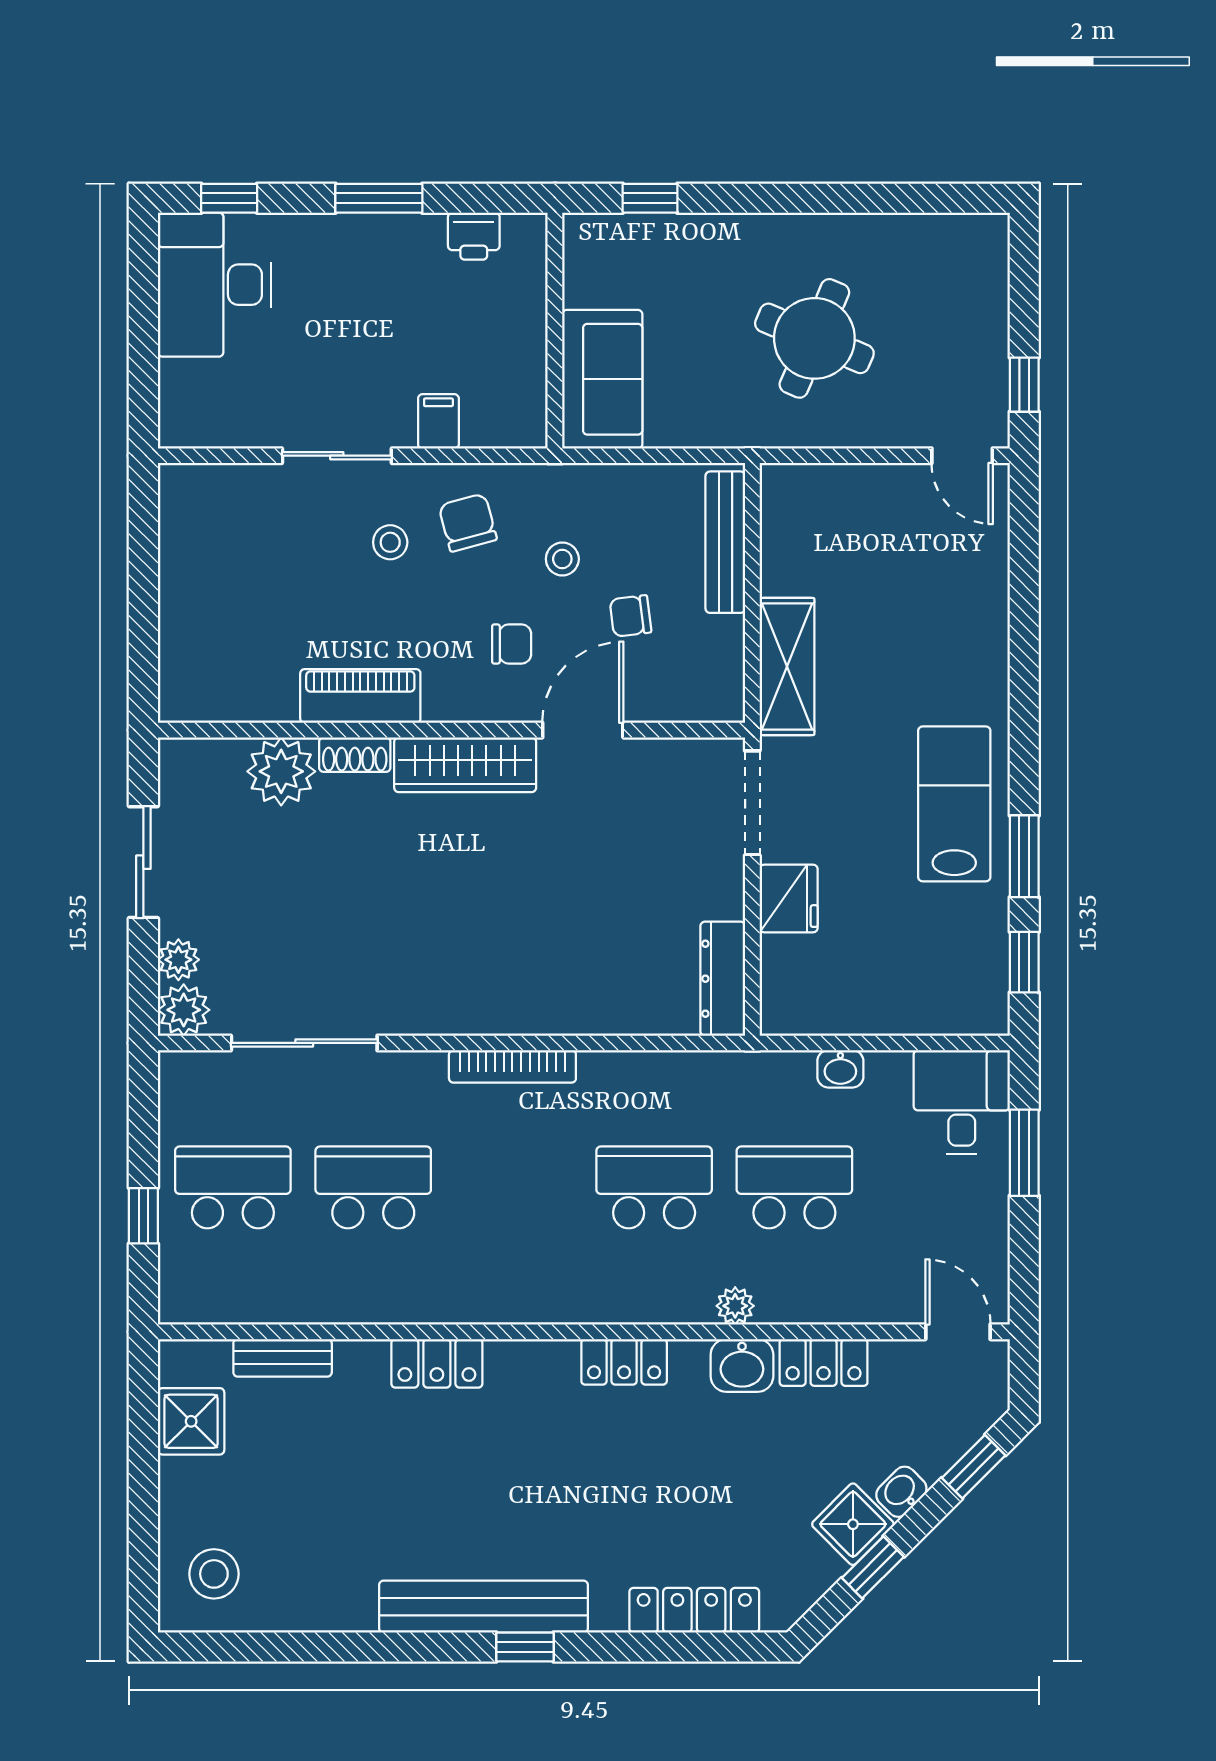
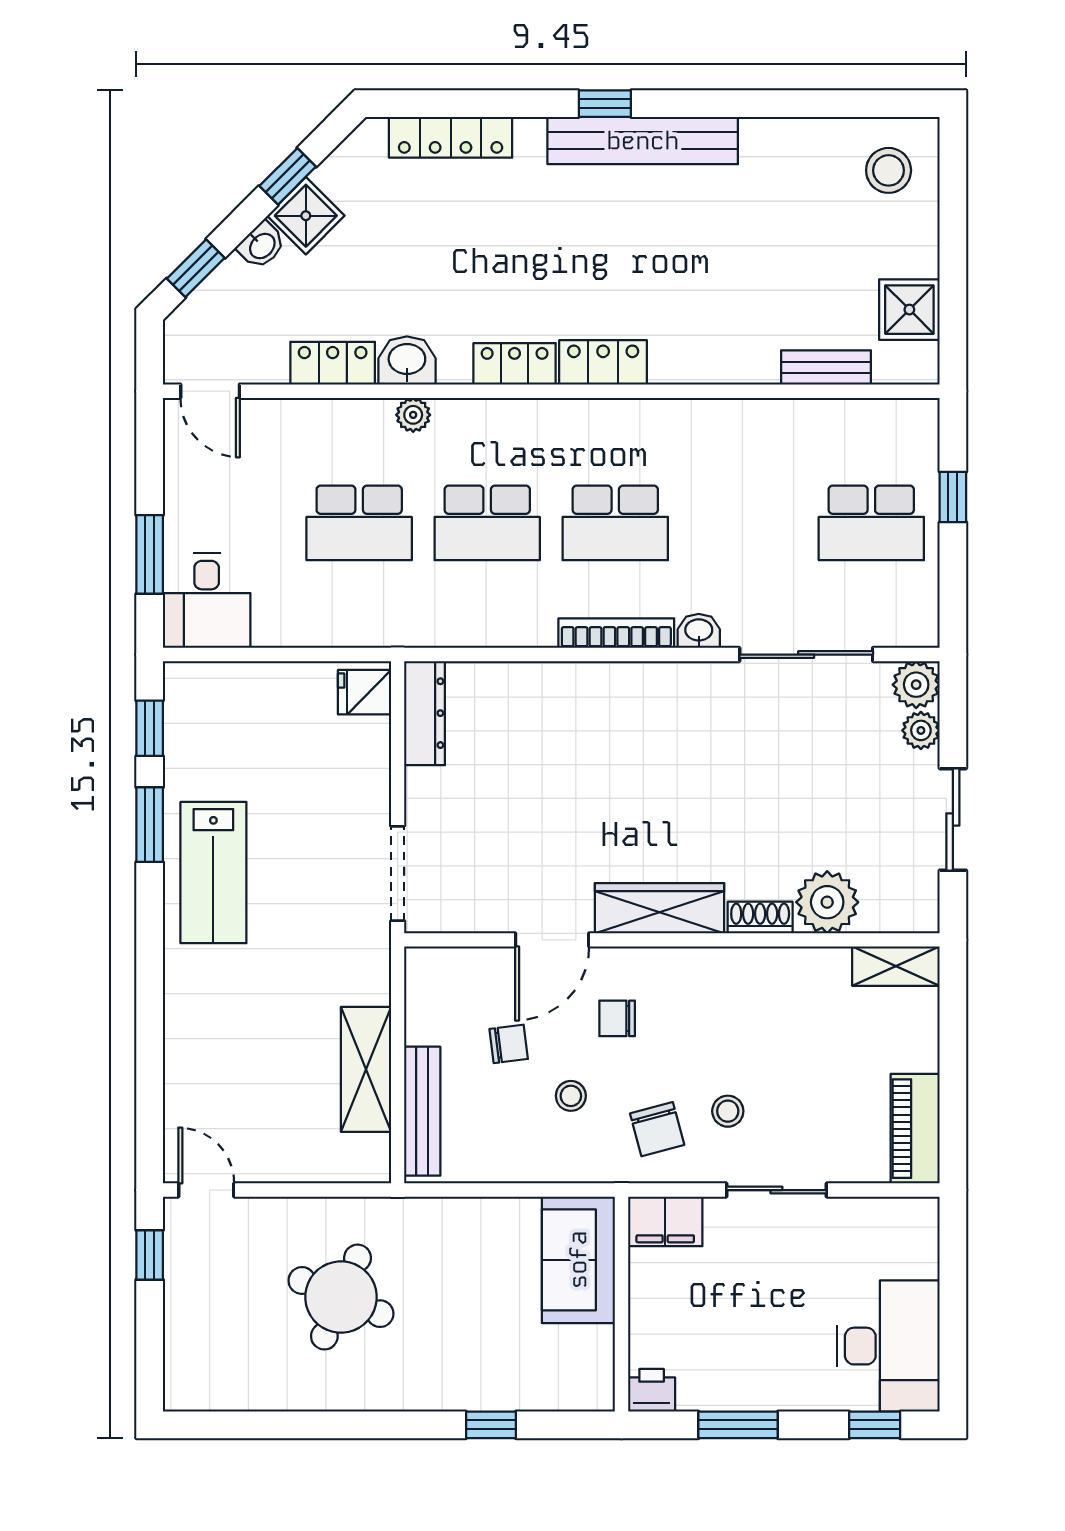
wall: (555, 331) -> (621, 1304), moved
sofa: (602, 379) -> (578, 1260), moved
filing cabinet: (438, 421) -> (665, 1221), width x2.00
shelving: (787, 666) -> (366, 1069), moved
piano: (360, 696) -> (915, 1129), moved, turned 90
shelving: (206, 701) -> (896, 966), added
fridge: (789, 898) -> (364, 692), moved, width x0.72
washbasin: (840, 1069) -> (699, 631), moved
school desk: (373, 1187) -> (615, 523), moved
locker: (437, 1363) -> (603, 362), moved

